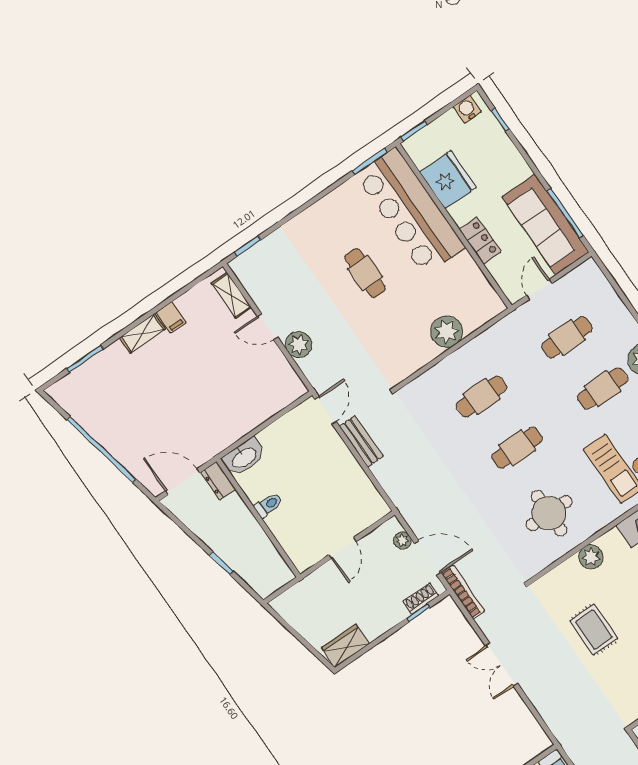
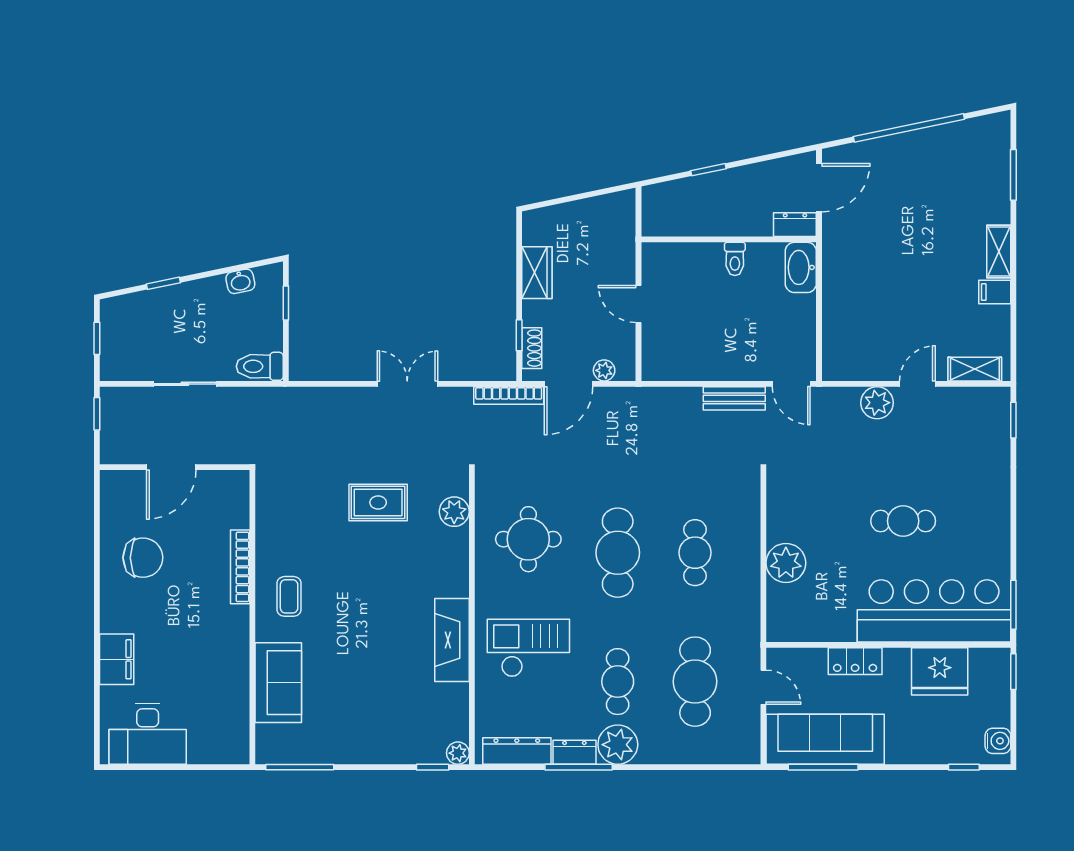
cafe table: (567, 337) -> (695, 682), width x1.37, depth x1.35
cafe table: (517, 448) -> (618, 553), width x1.37, depth x1.35
plant: (591, 557) -> (454, 512), moved
wardrobe: (345, 646) -> (537, 273), moved

